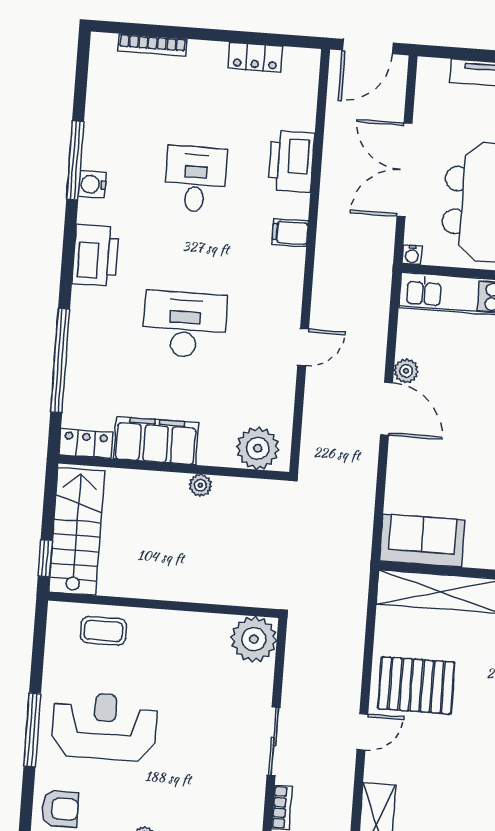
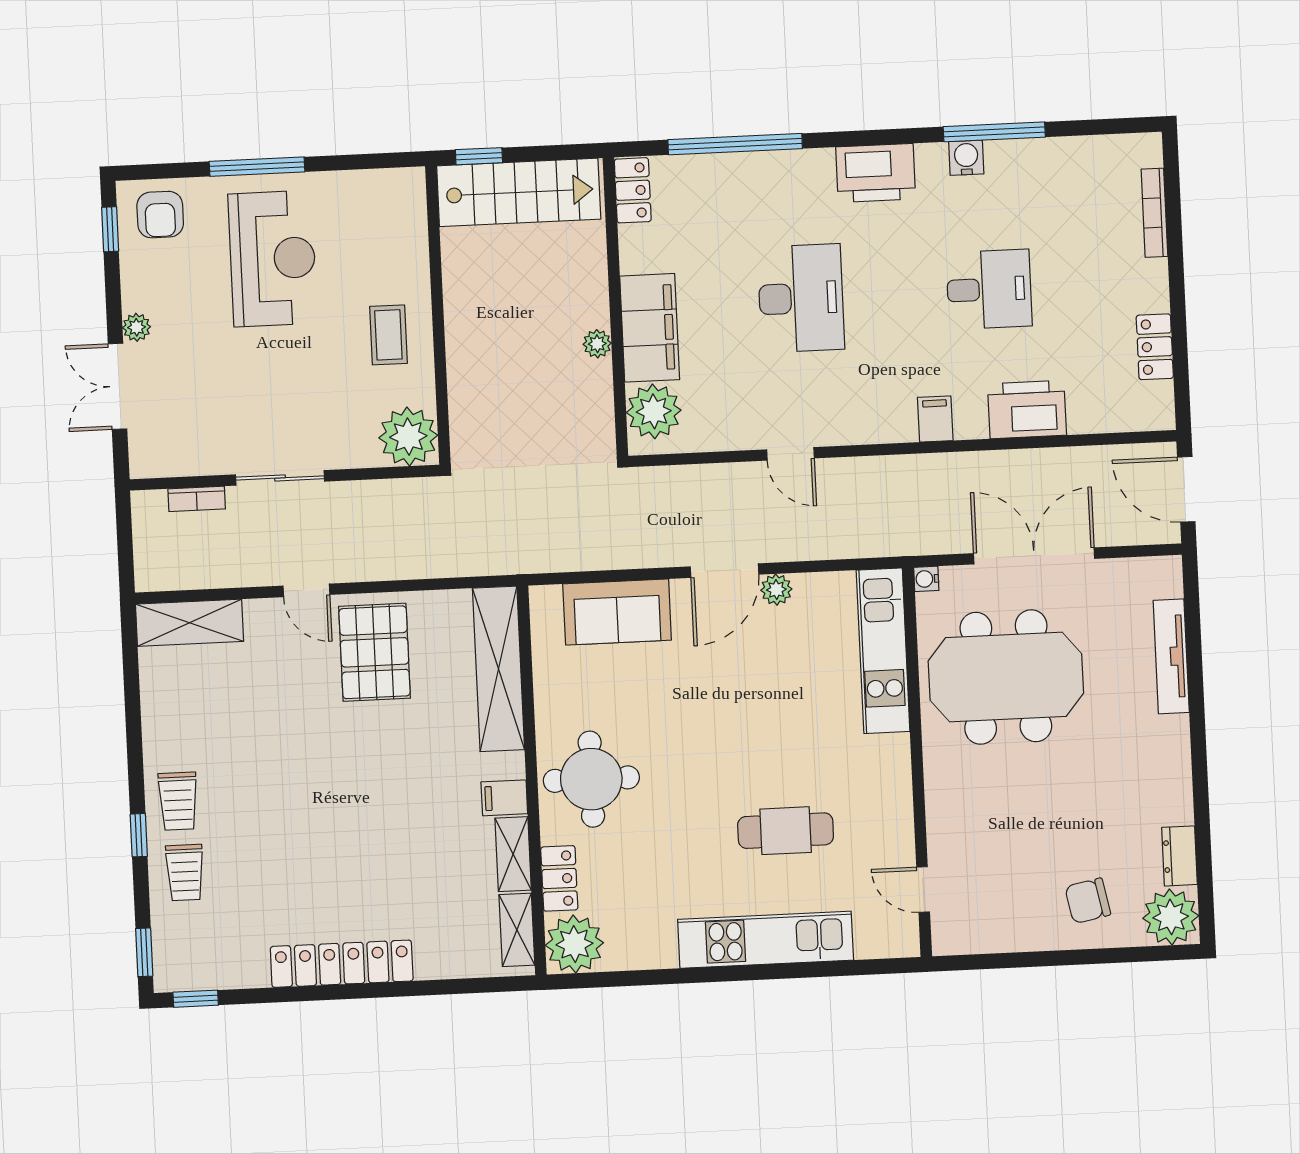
filing cabinet: (156, 441) -> (650, 328), moved
sofa: (422, 540) -> (617, 612), moved, turned 90
coffee table: (103, 631) -> (388, 335), moved

